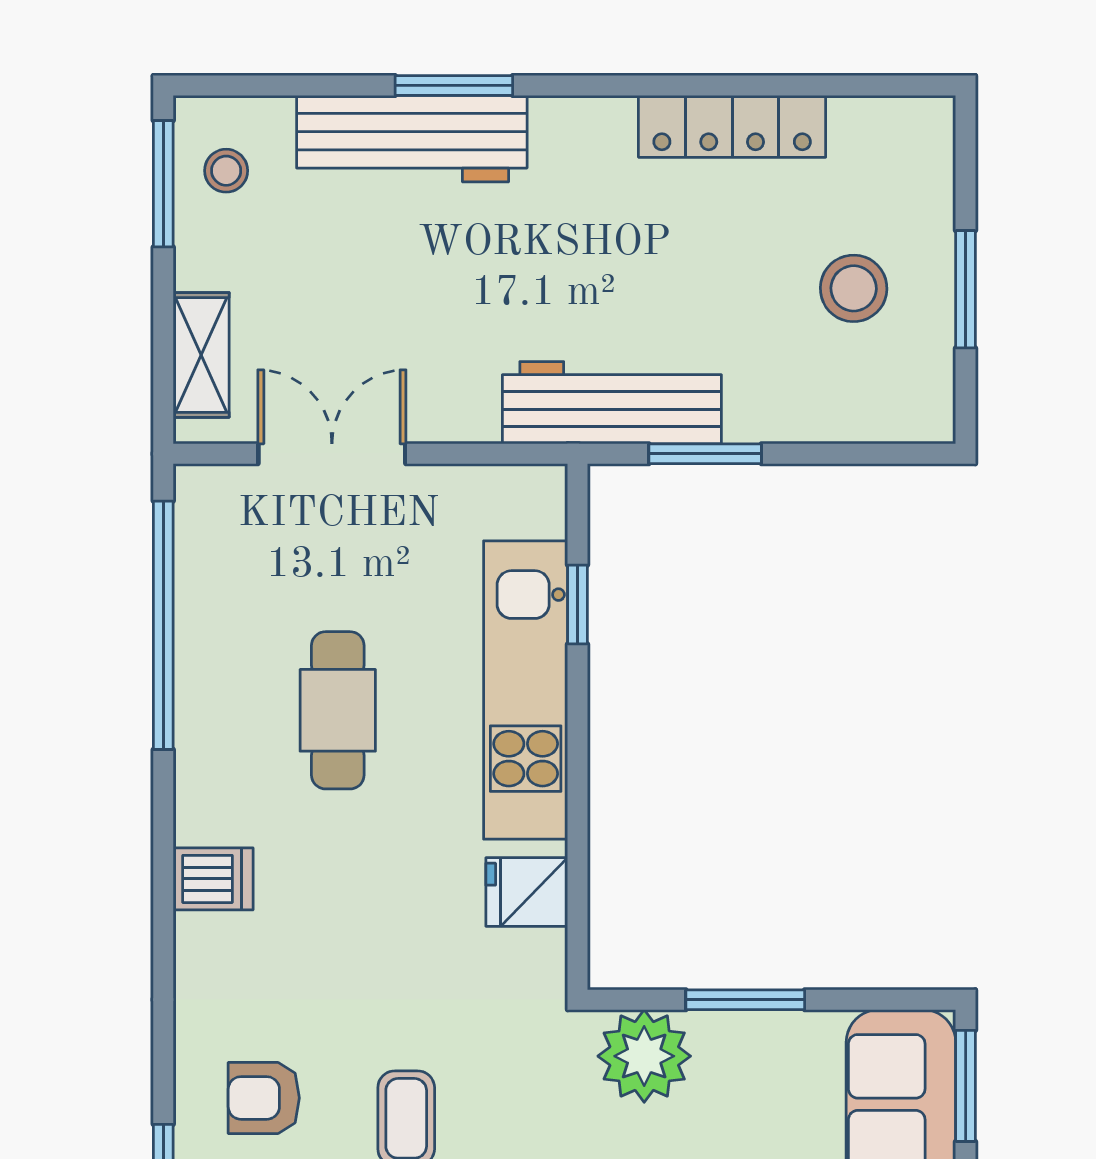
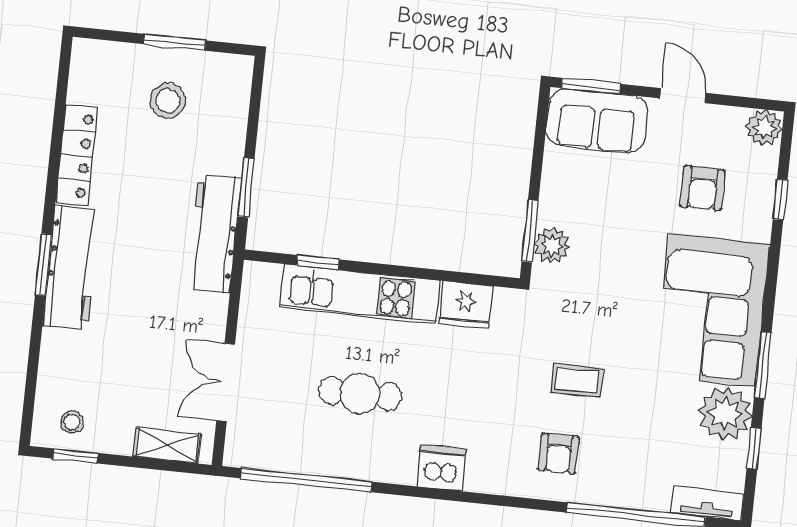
window: (454, 85) -> (43, 265), moved
workbench: (412, 139) -> (71, 268), moved
window: (163, 184) -> (75, 456), width x0.67
dishwasher: (213, 879) -> (441, 468), width x1.38
fridge: (527, 892) -> (465, 305), width x1.38
window: (745, 1000) -> (530, 231), moved
plant: (644, 1056) -> (552, 245), width x0.73, depth x0.73

